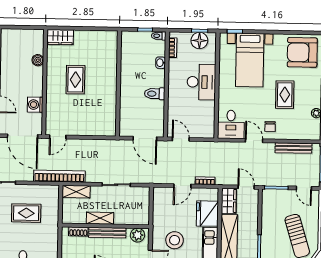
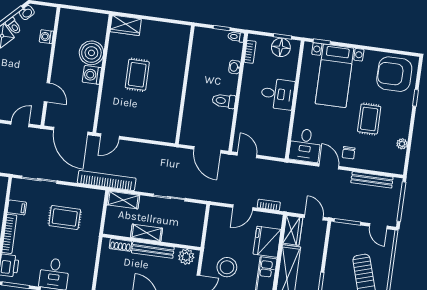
boiler: (38, 60) -> (91, 53), width x1.86, depth x1.86
desk: (201, 82) -> (278, 94), width x0.73
washing machine: (35, 105) -> (92, 75), moved

